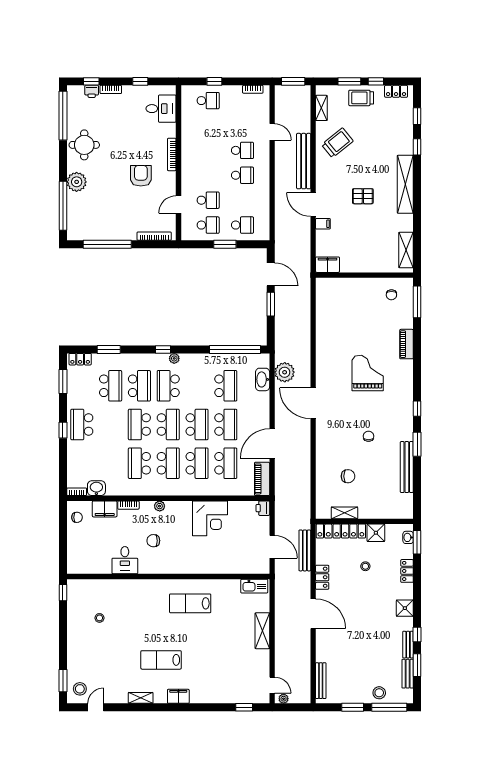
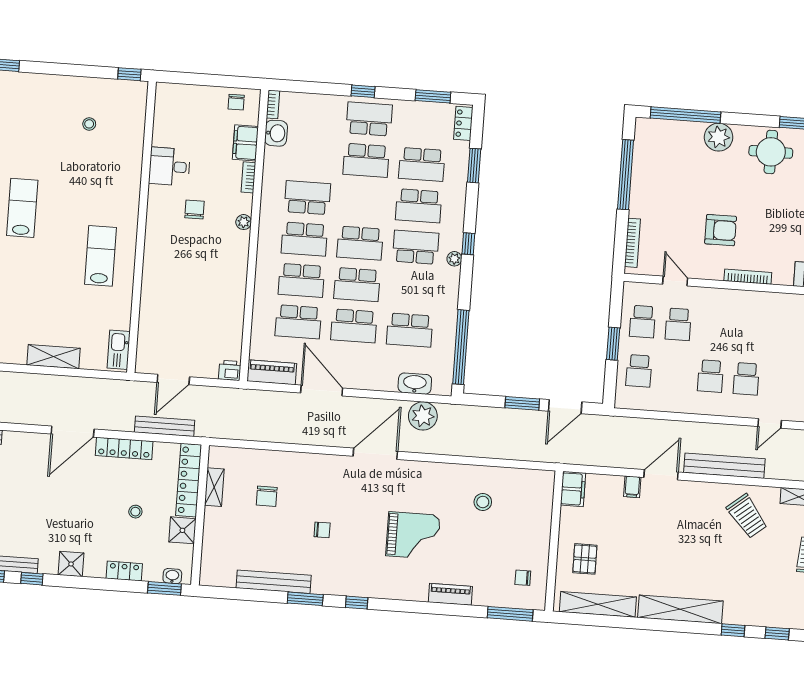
pallet: (363, 196) -> (585, 559), moved
shelving: (406, 250) -> (598, 604), width x1.47
stool: (341, 326) -> (483, 502), added
school desk: (139, 425) -> (366, 160), moved, turned 180
corner desk: (210, 518) -> (221, 293), removed
locker: (322, 577) -> (124, 448), width x1.53

